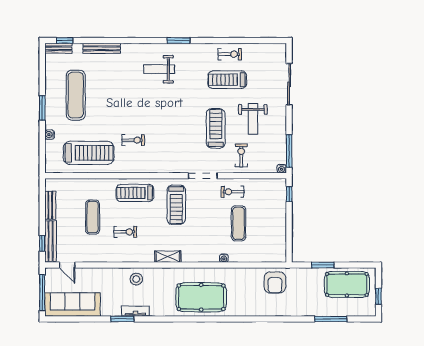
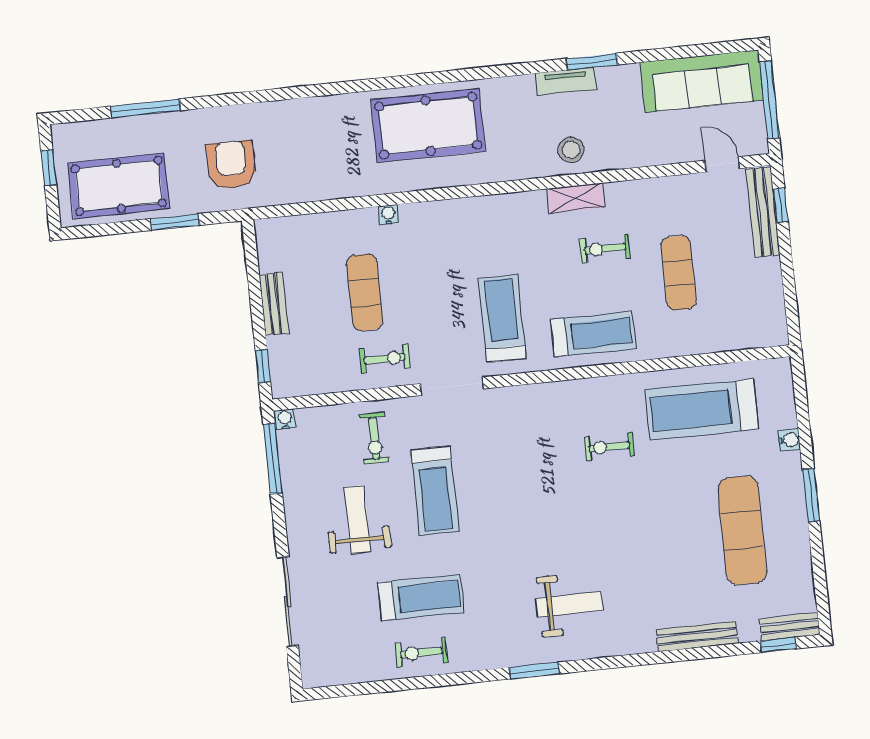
bench: (50, 205) -> (274, 304), moved
shelving: (168, 257) -> (576, 198), moved
armchair: (275, 282) -> (231, 165), moved

